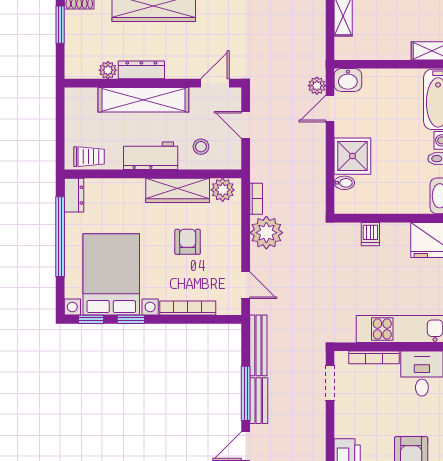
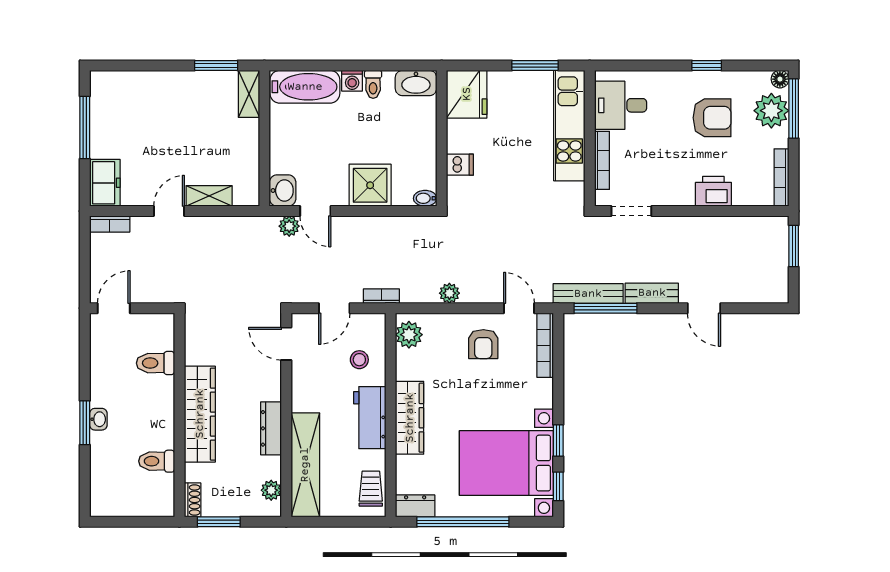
plant: (108, 70) -> (271, 490), moved
shelving: (143, 100) -> (305, 465), moved
bidet: (344, 183) -> (425, 198), moved, turned -90
wardrobe: (178, 190) -> (410, 418), moved
bookcase: (256, 199) -> (381, 296), moved
plant: (266, 233) -> (449, 293), width x0.53, depth x0.53
armchair: (188, 242) -> (483, 344), moved, turned -90
door: (246, 285) -> (519, 308), hinge flipped
bookcase: (188, 308) -> (545, 345), moved
window: (246, 393) -> (605, 308), moved

